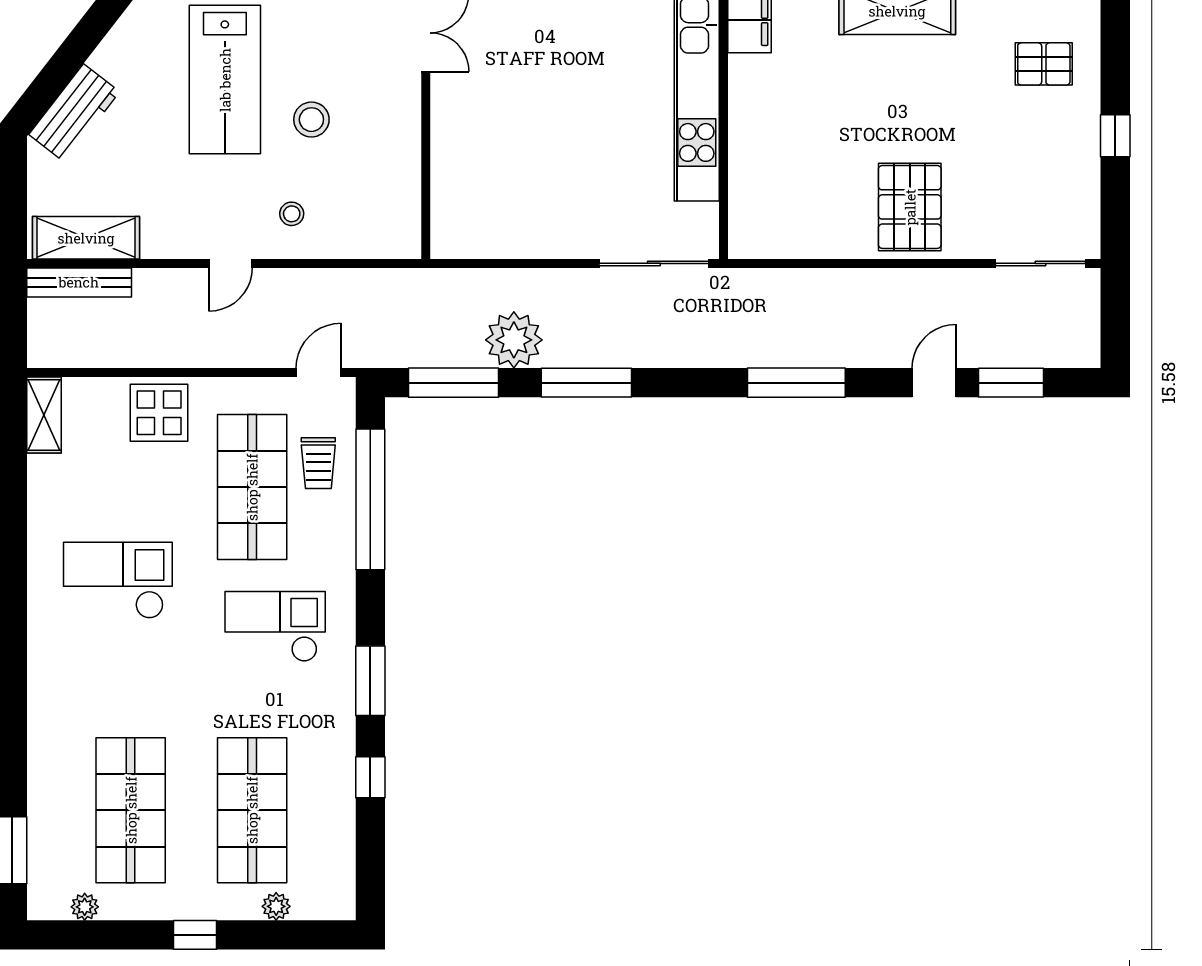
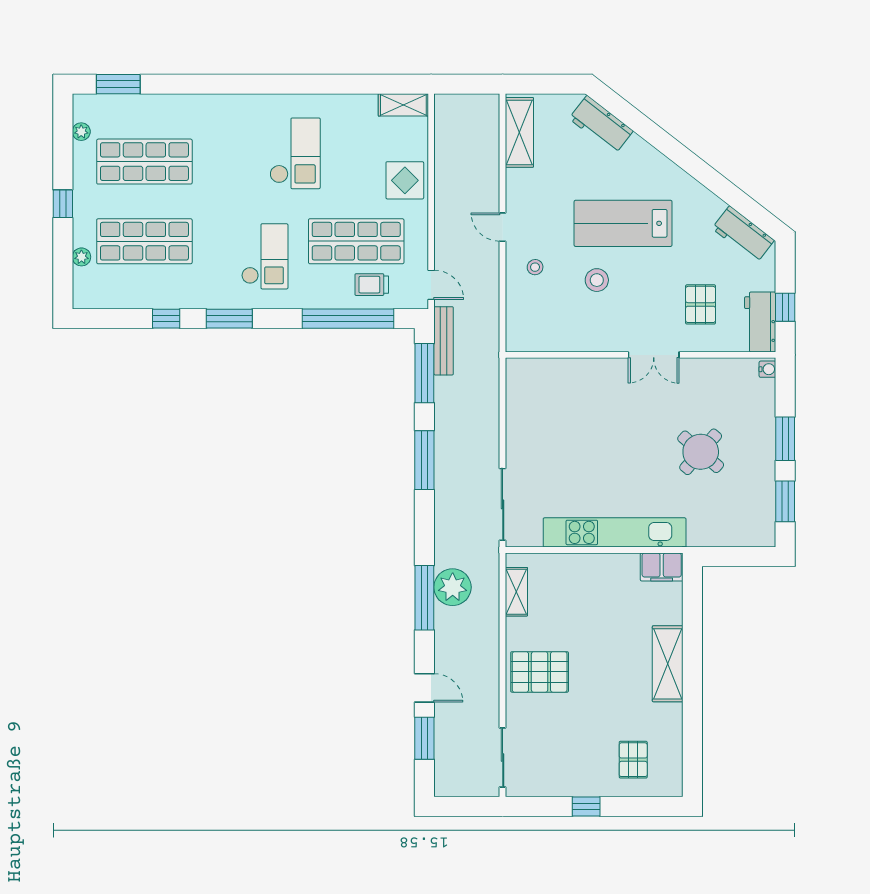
shelving: (787, 242) -> (516, 592), added
bench: (79, 282) -> (444, 341), moved
plant: (514, 340) -> (453, 587), moved

